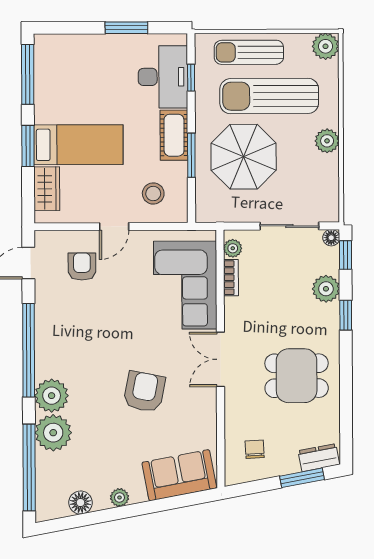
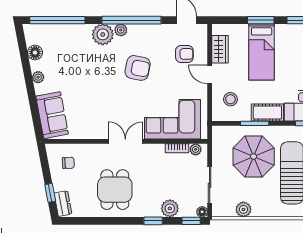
plant: (327, 141) -> (243, 209), moved
wardrobe: (47, 189) -> (220, 49), moved, turned -90
armchair: (144, 392) -> (138, 68), moved
plant: (53, 433) -> (121, 30), moved, width x0.53, depth x0.53
window: (302, 478) -> (50, 193), width x0.67

